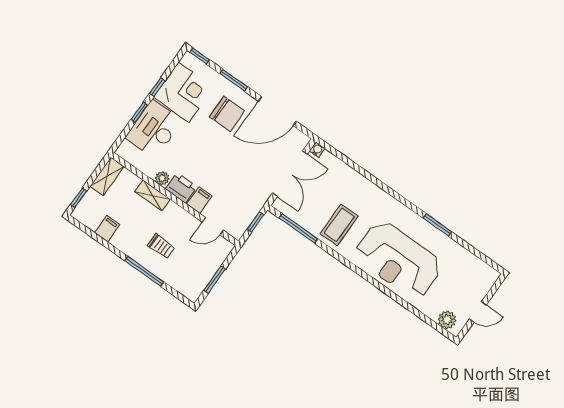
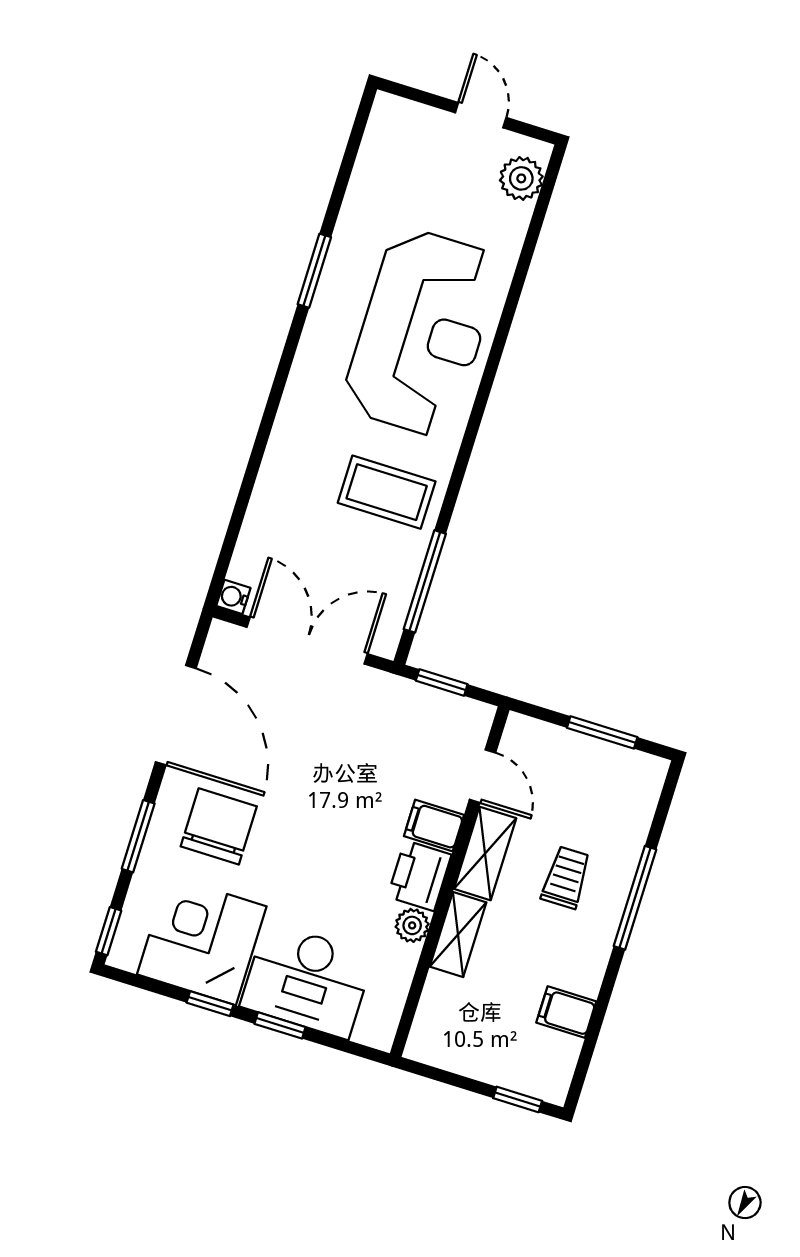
shelving: (107, 176) -> (485, 853), moved, turned 90

